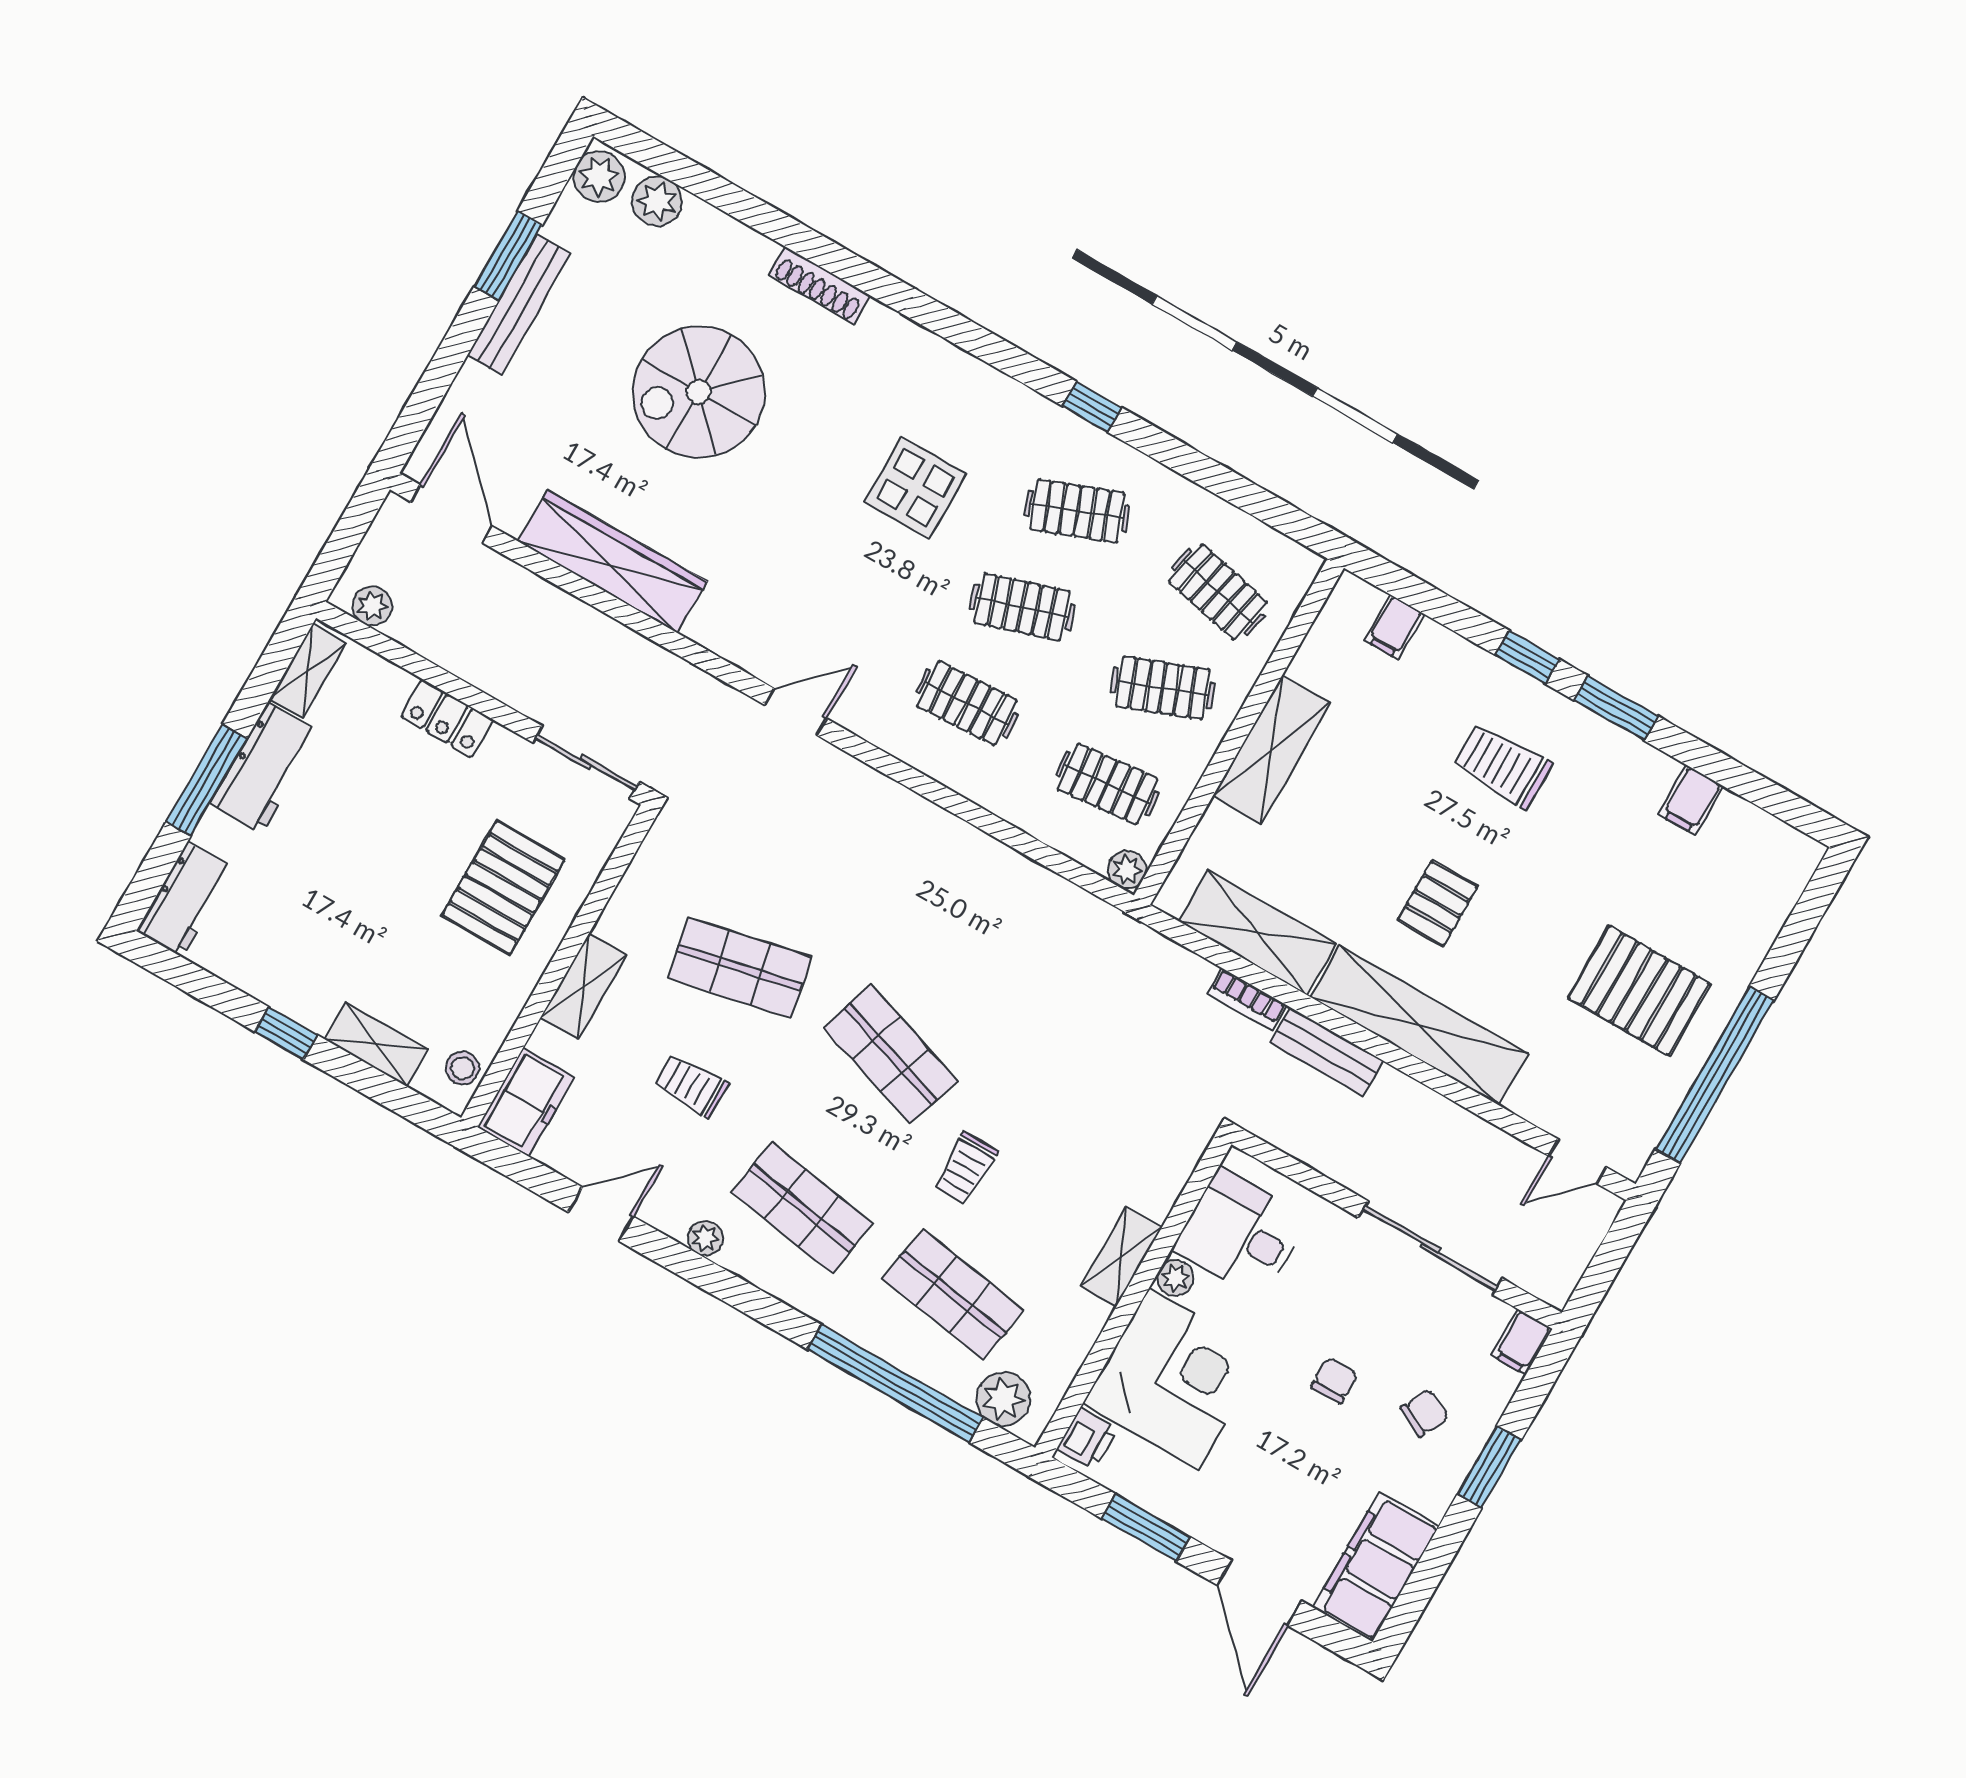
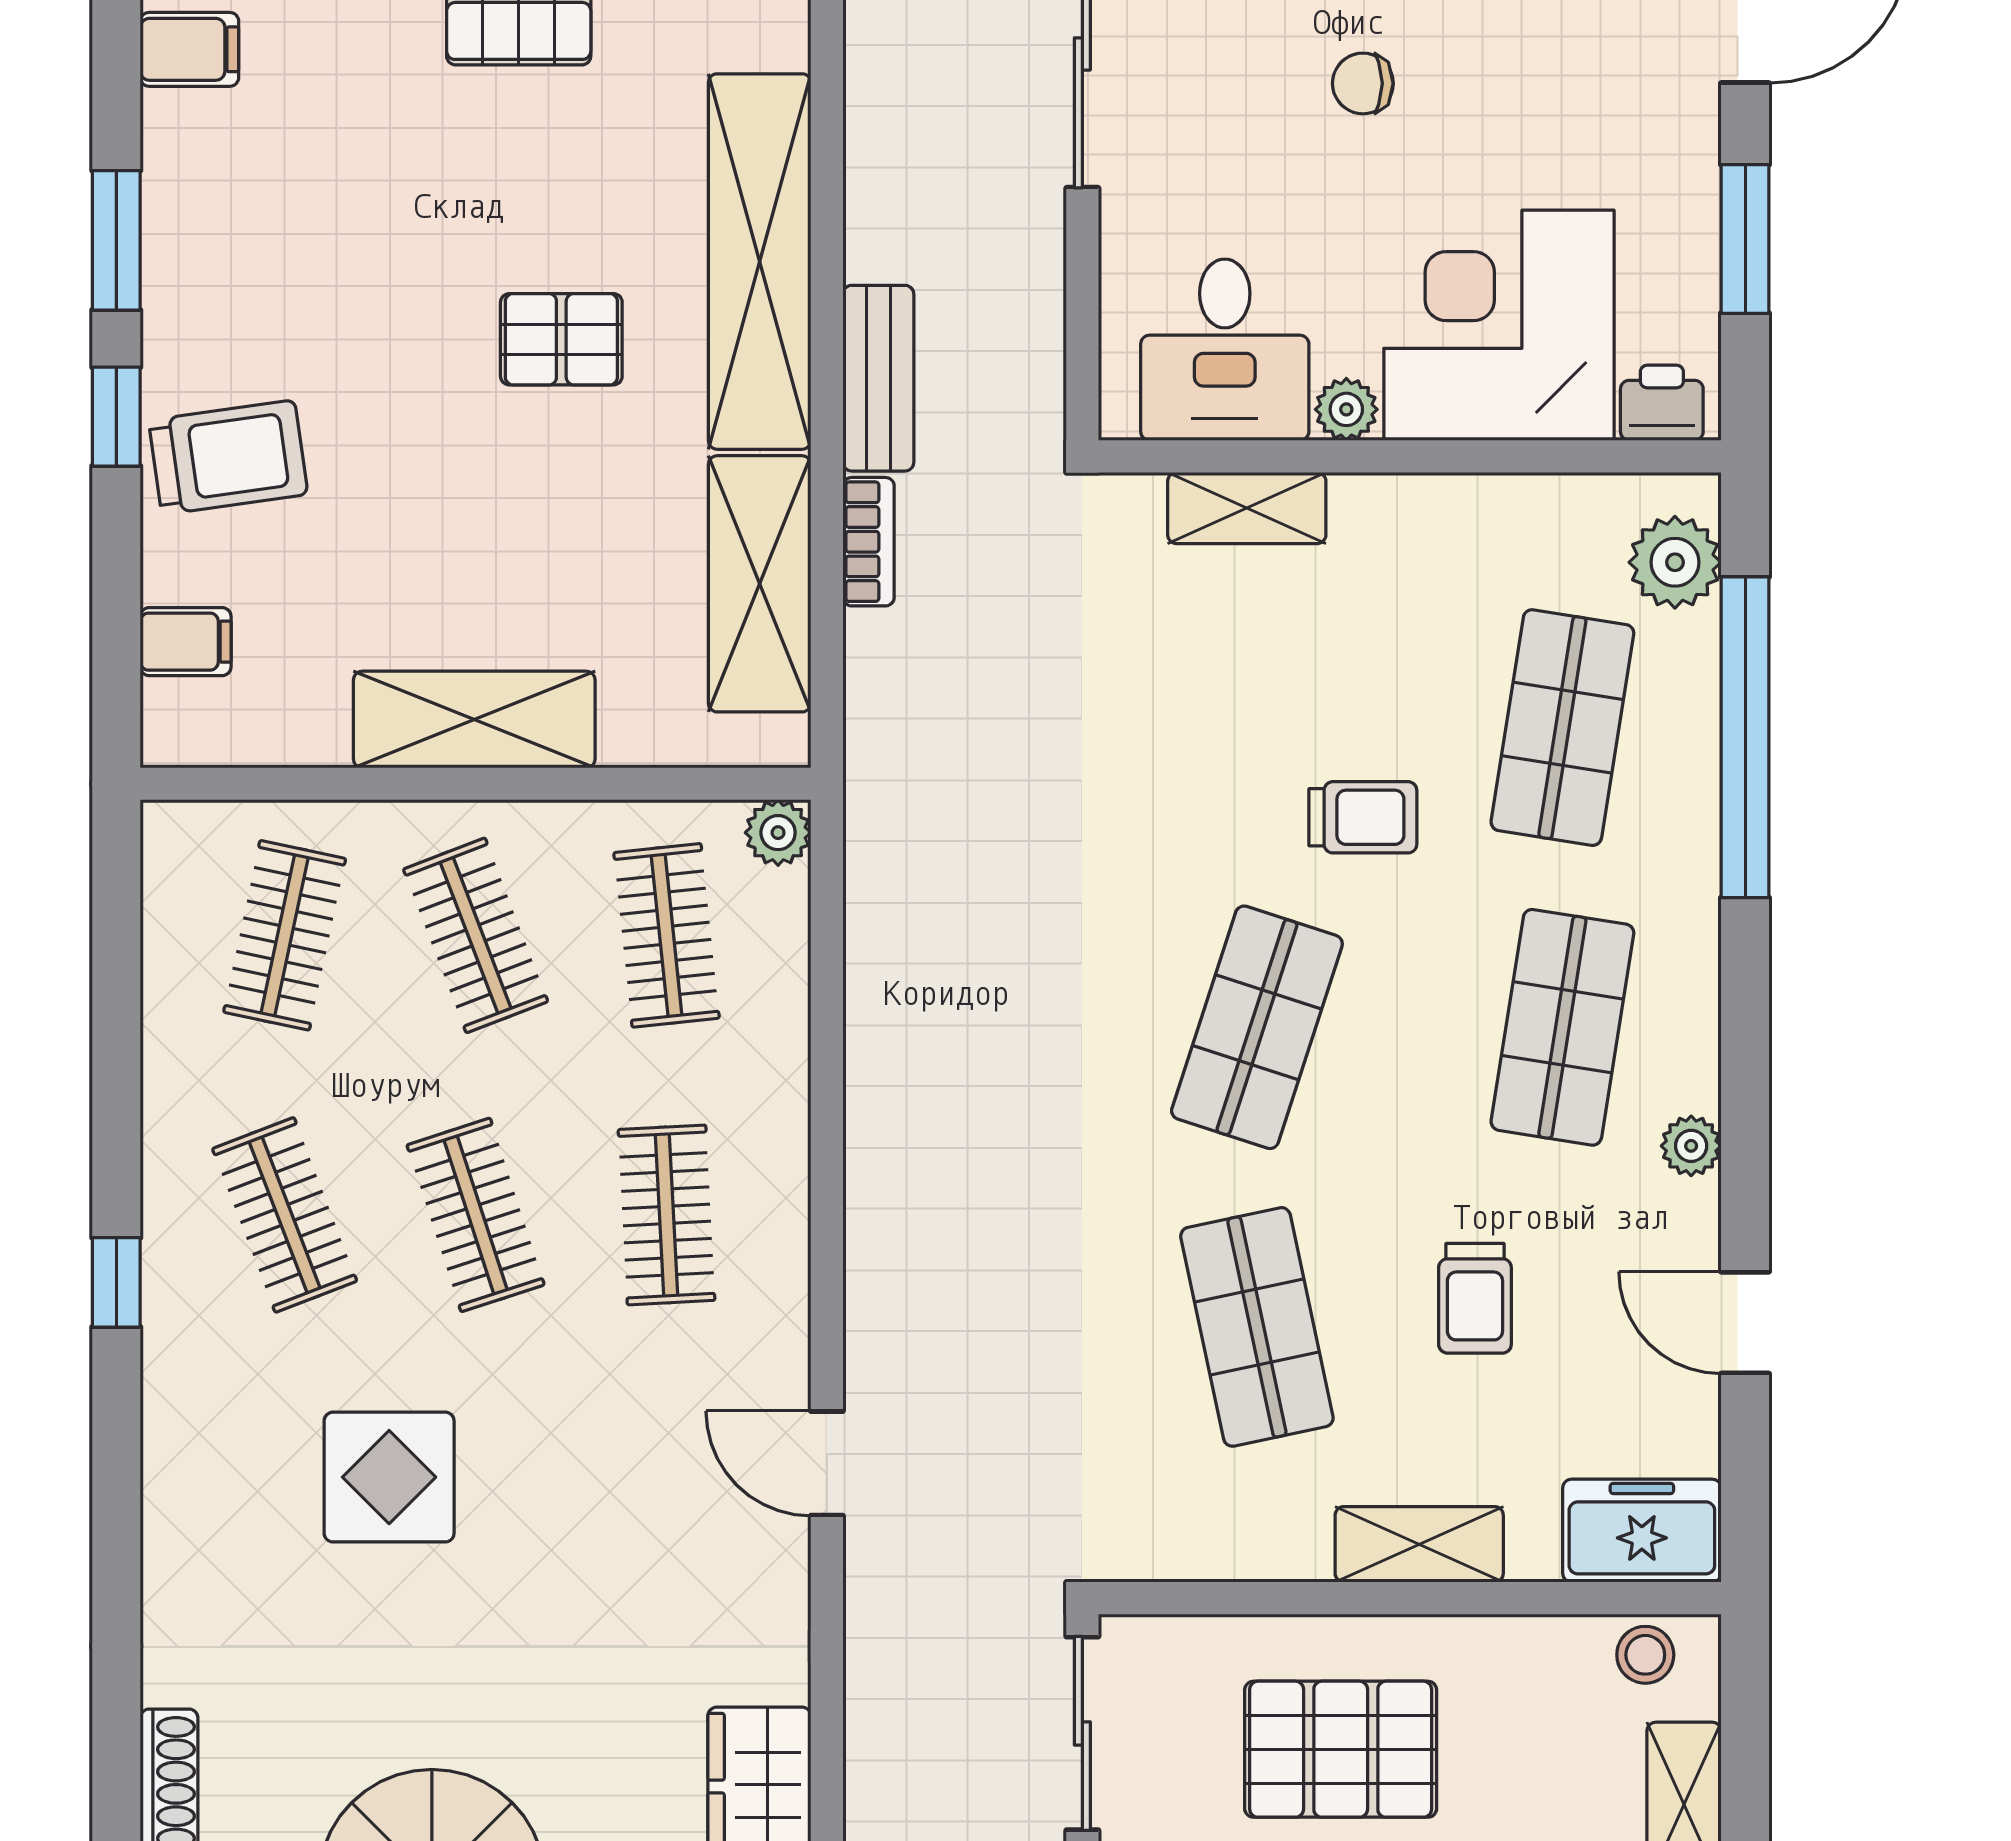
trolley: (1502, 766) -> (228, 457), moved, turned -98
shelving: (1121, 1257) -> (1247, 508), moved

